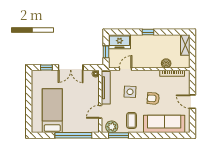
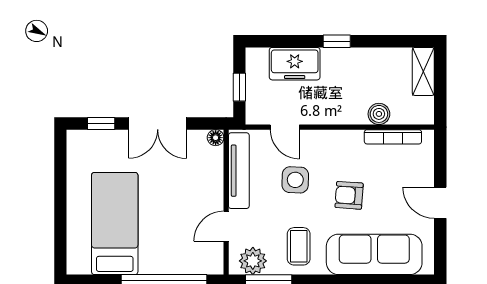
freezer: (119, 42) -> (295, 64), moved
door: (126, 69) -> (285, 127), swing flipped

